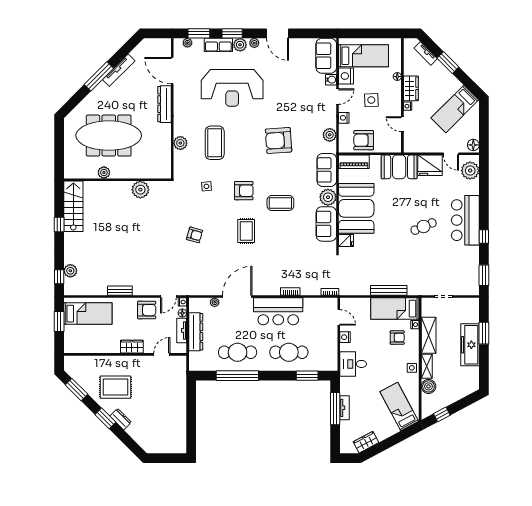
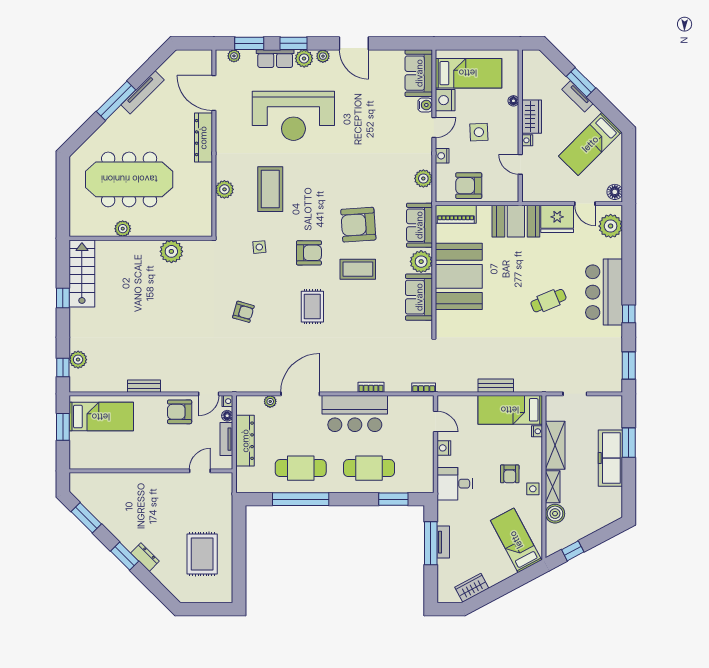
tv unit: (426, 53) -> (578, 96), moved
armchair: (279, 140) -> (358, 225), moved
fridge: (346, 240) -> (445, 319), removed
bench: (389, 290) -> (496, 386), width x0.73
armchair: (147, 310) -> (180, 412), turned 180
armchair: (397, 338) -> (510, 474), moved, turned 90
wardrobe: (132, 347) -> (160, 461), removed
rug: (115, 387) -> (202, 554), moved, turned 90

